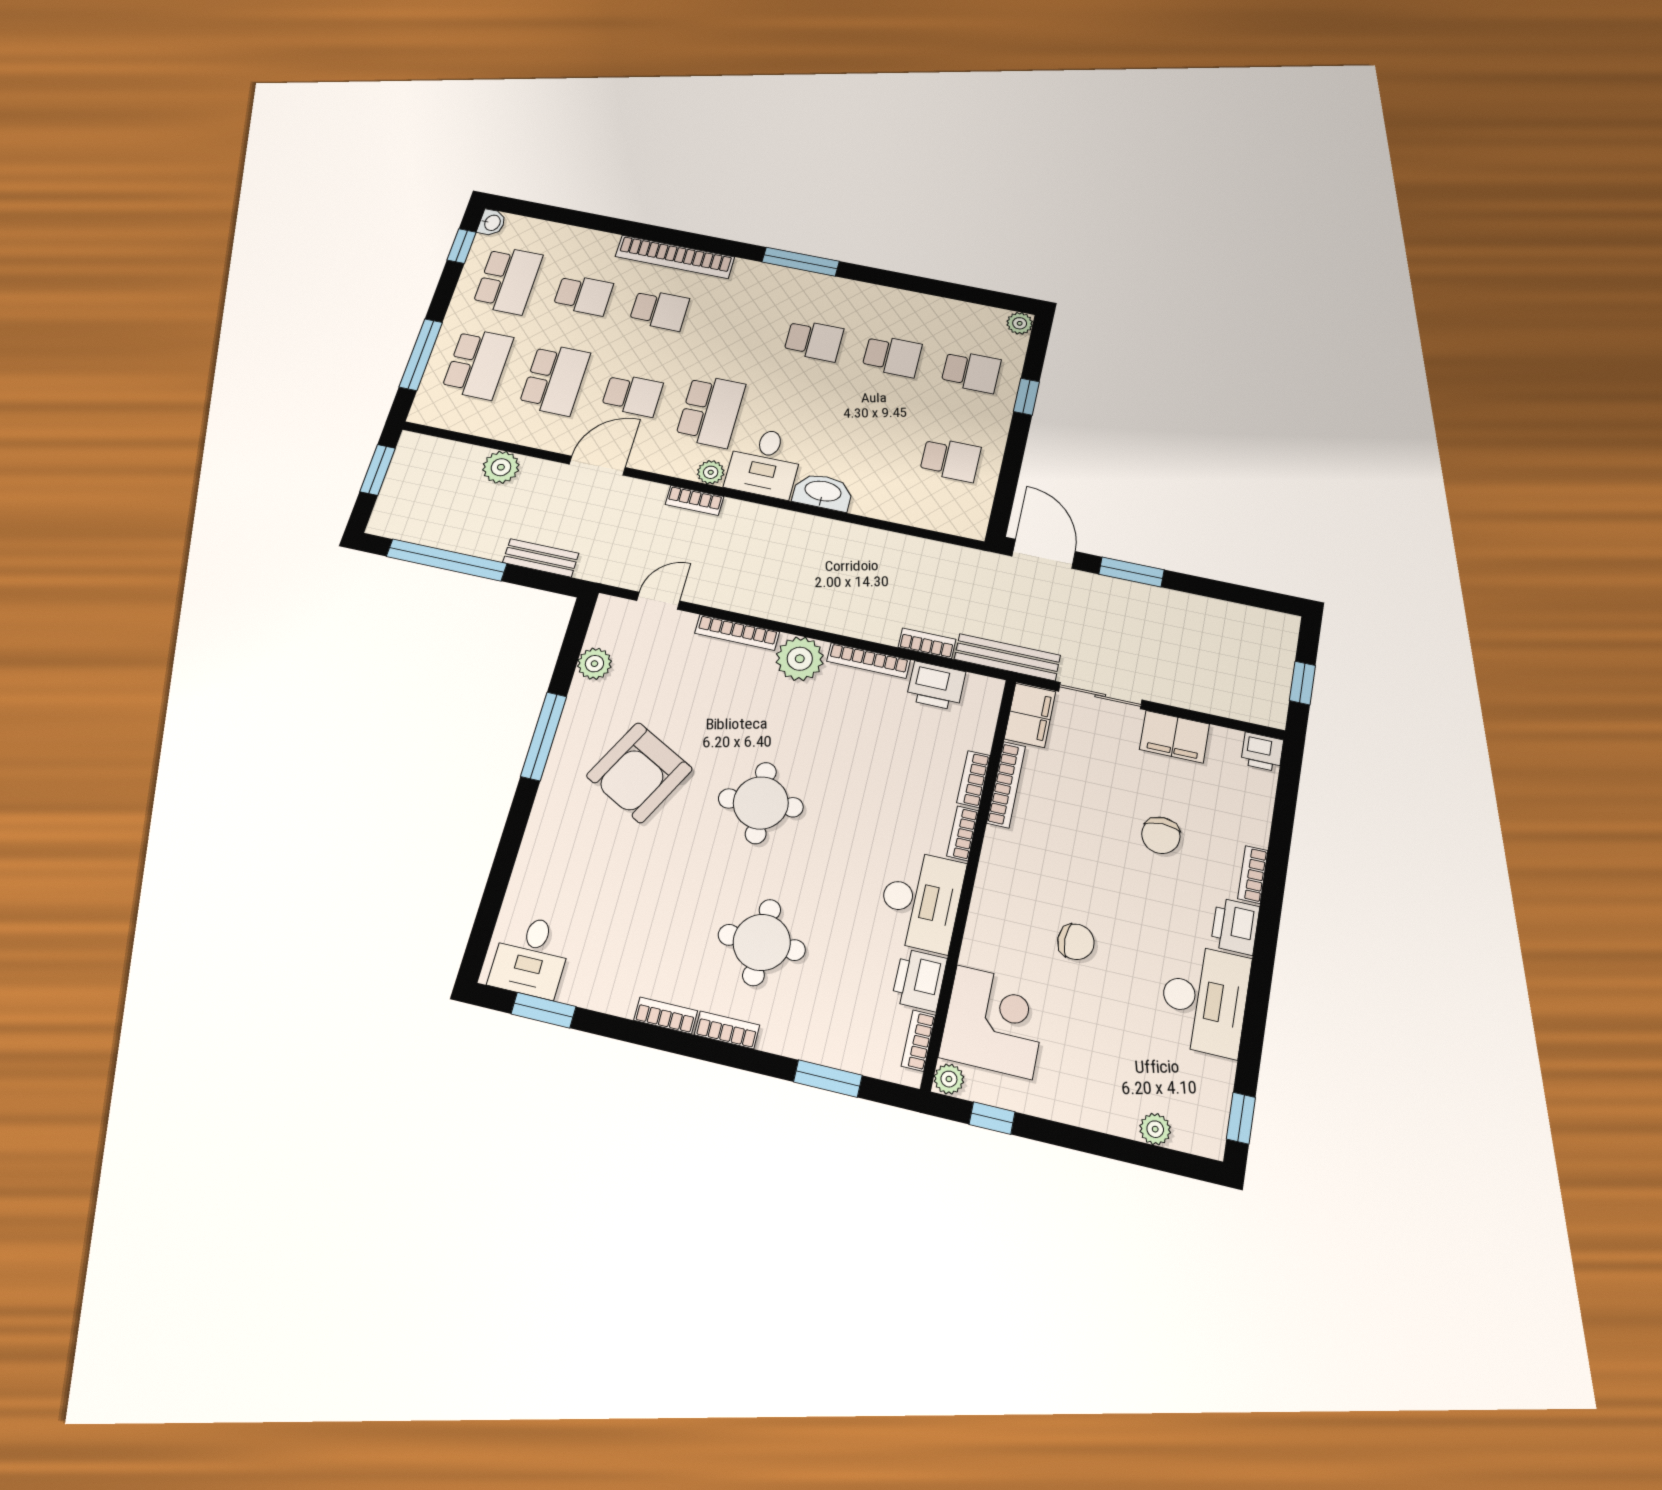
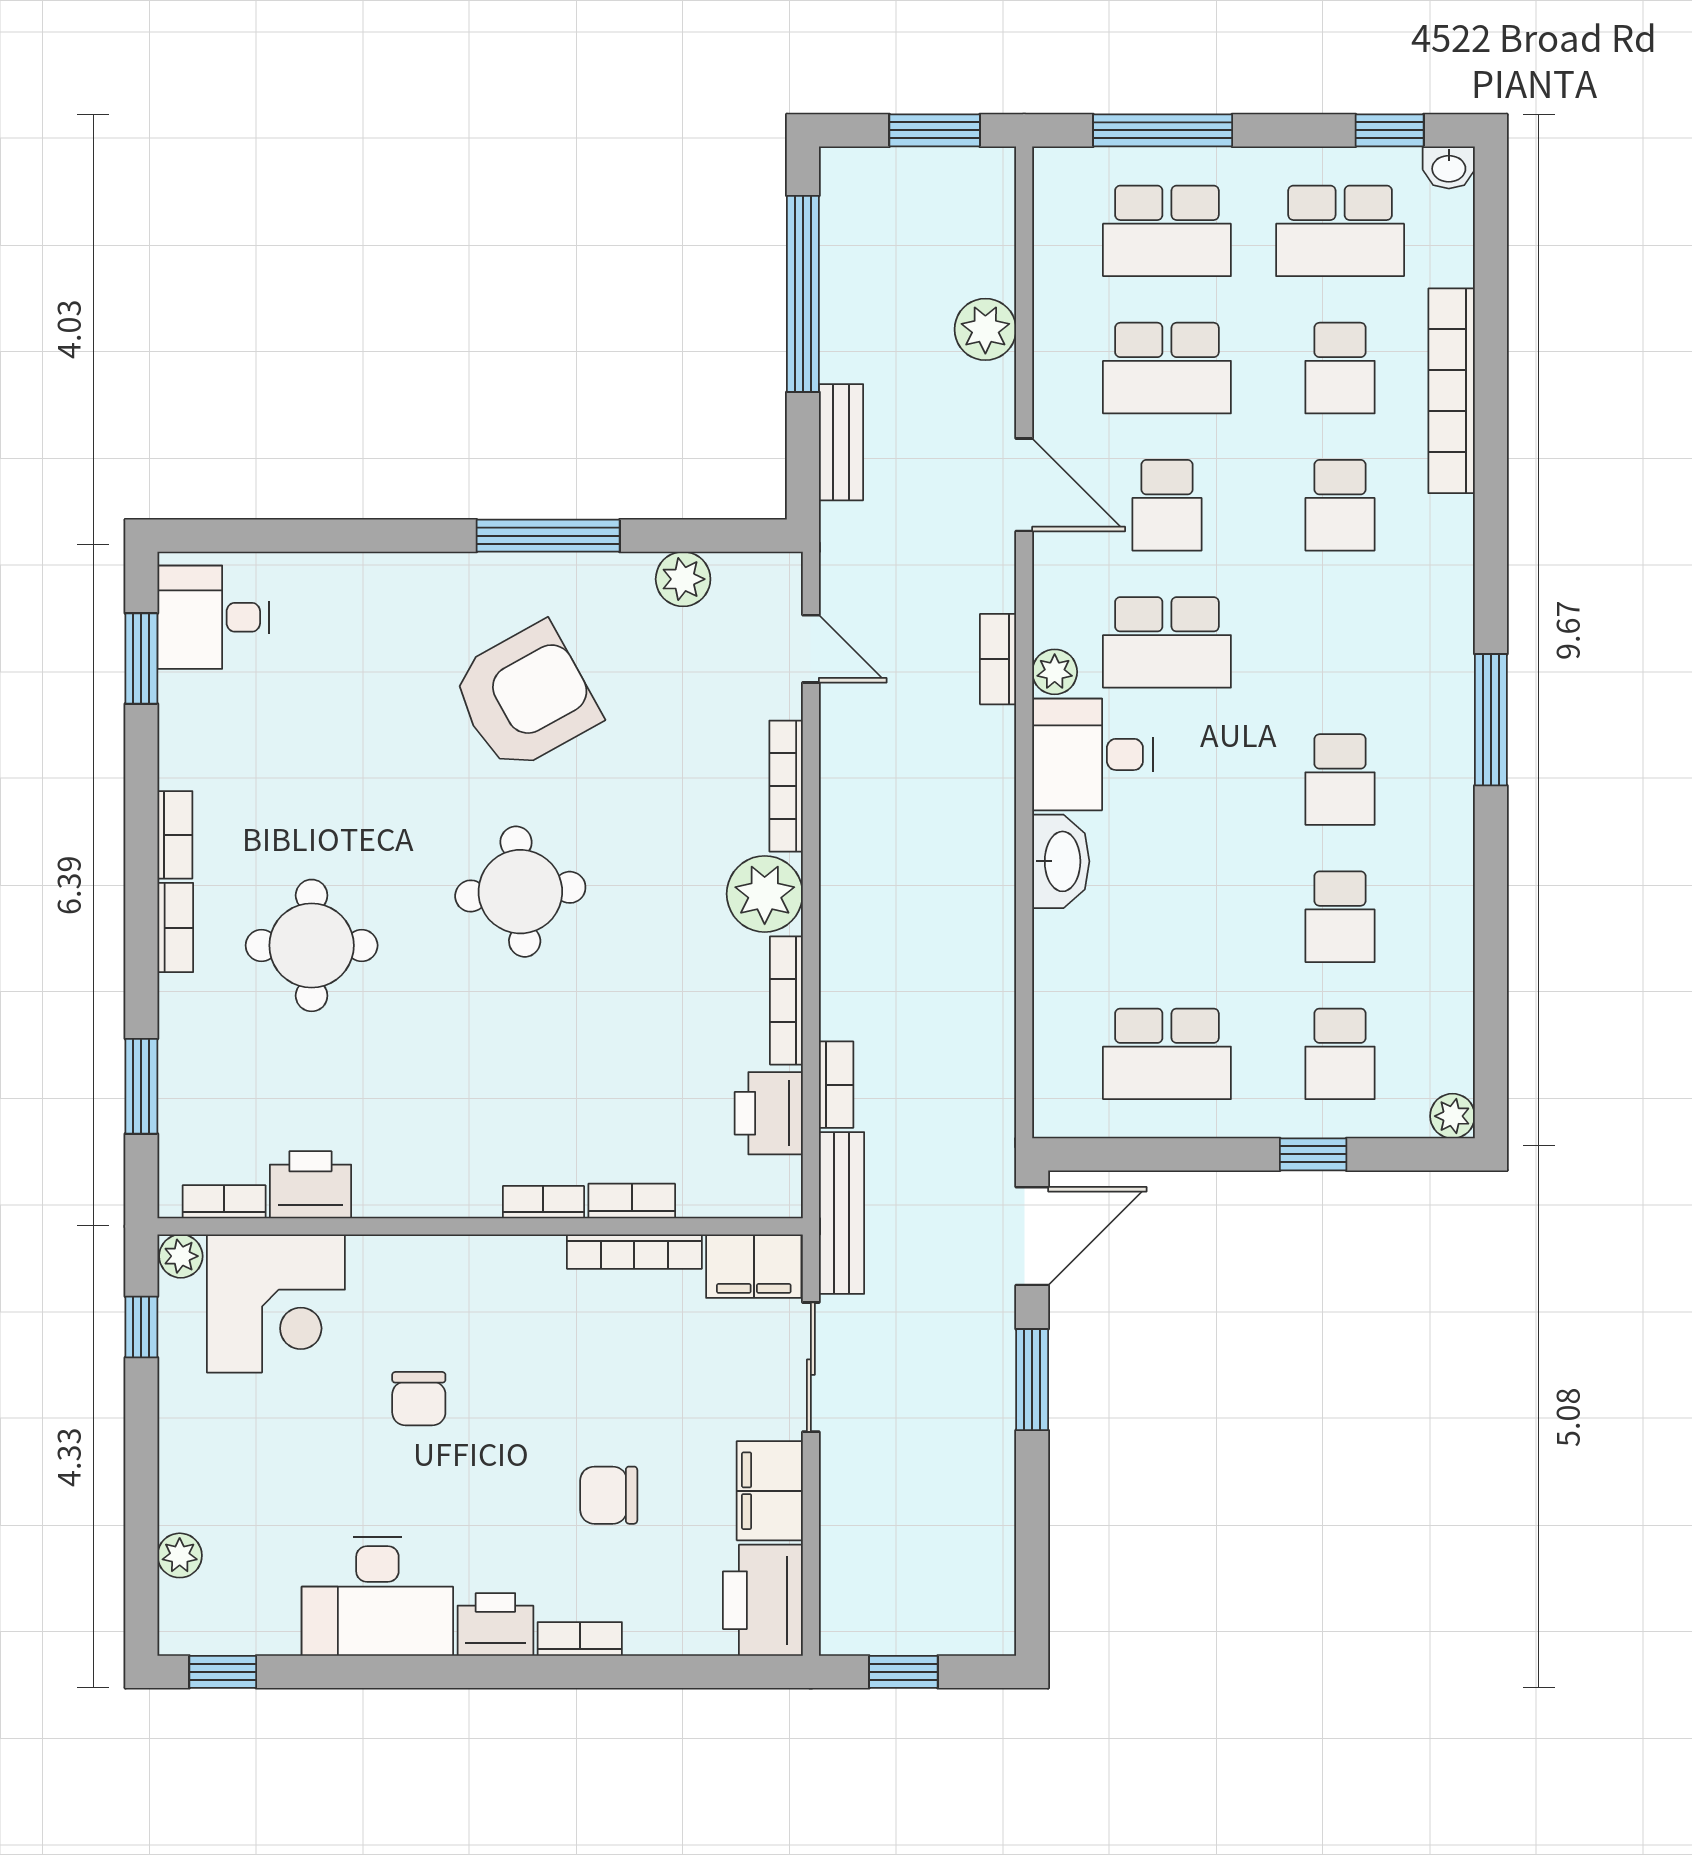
bookcase: (675, 257) -> (1452, 391), moved
school desk: (950, 460) -> (1167, 1054), width x1.85
printer: (1262, 752) -> (763, 1600), width x1.87, depth x1.48
armchair: (639, 772) -> (525, 697), turned 123
desk: (921, 901) -> (427, 1162), removed

